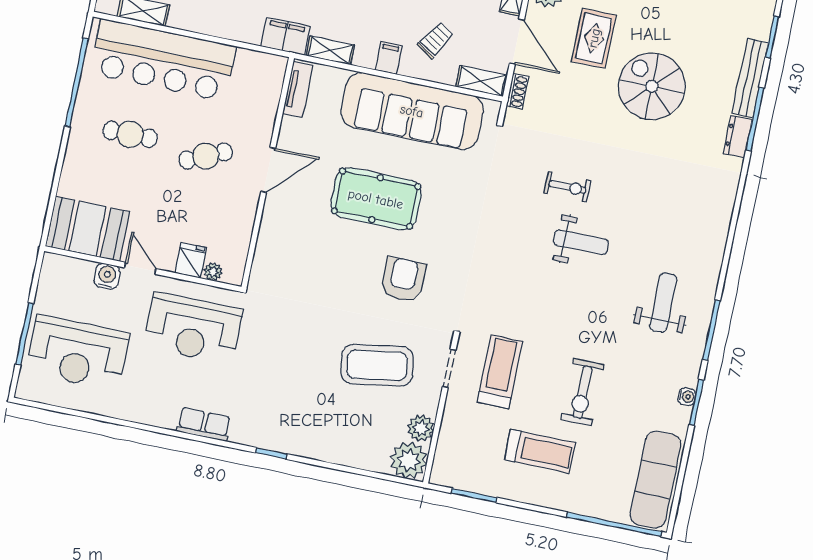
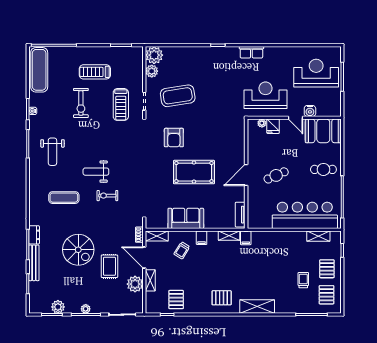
filing cabinet: (285, 36) -> (246, 238), width x0.50
sofa: (412, 111) -> (186, 218), width x0.54, depth x0.79
cafe table: (130, 134) -> (323, 169), moved
exercise mat: (659, 202) -> (64, 198), added
exercise bike: (583, 392) -> (81, 103), turned 180

